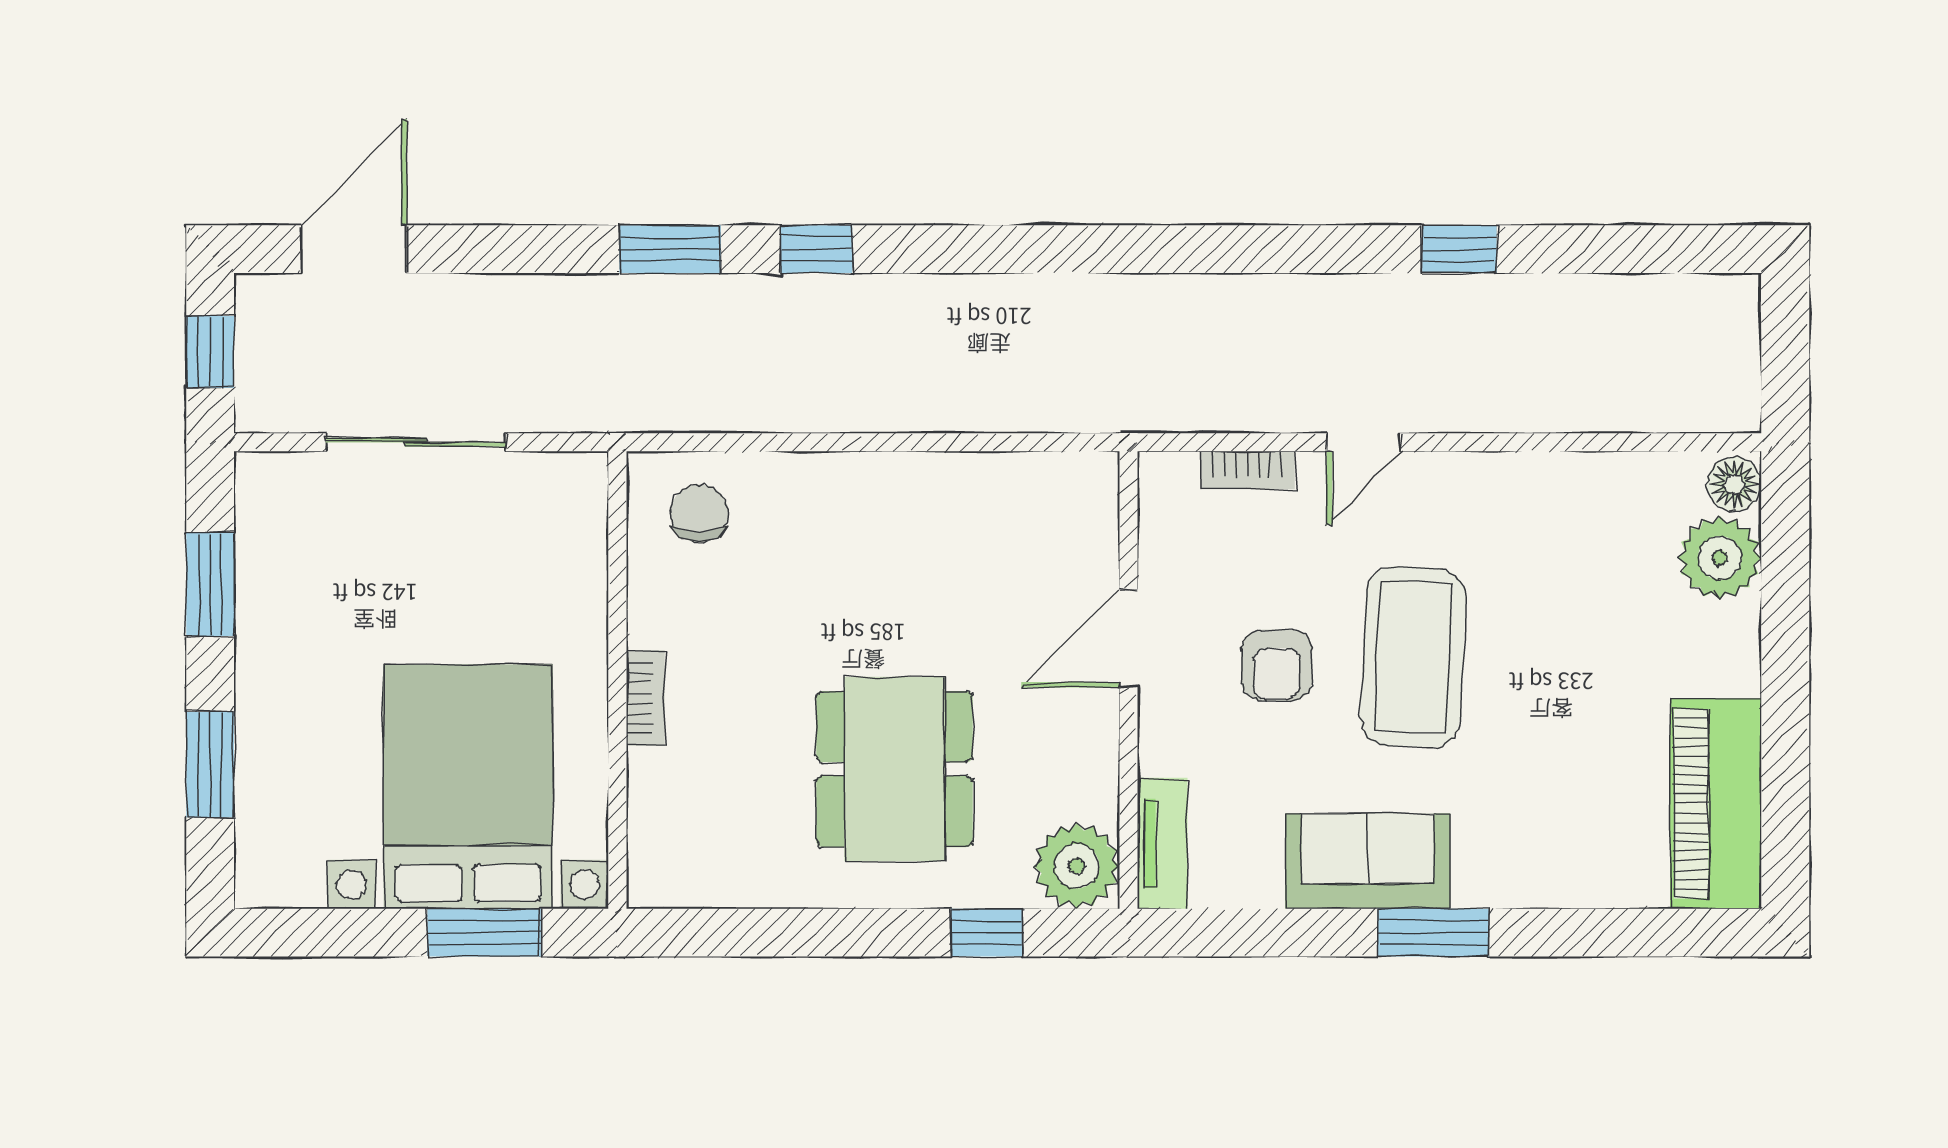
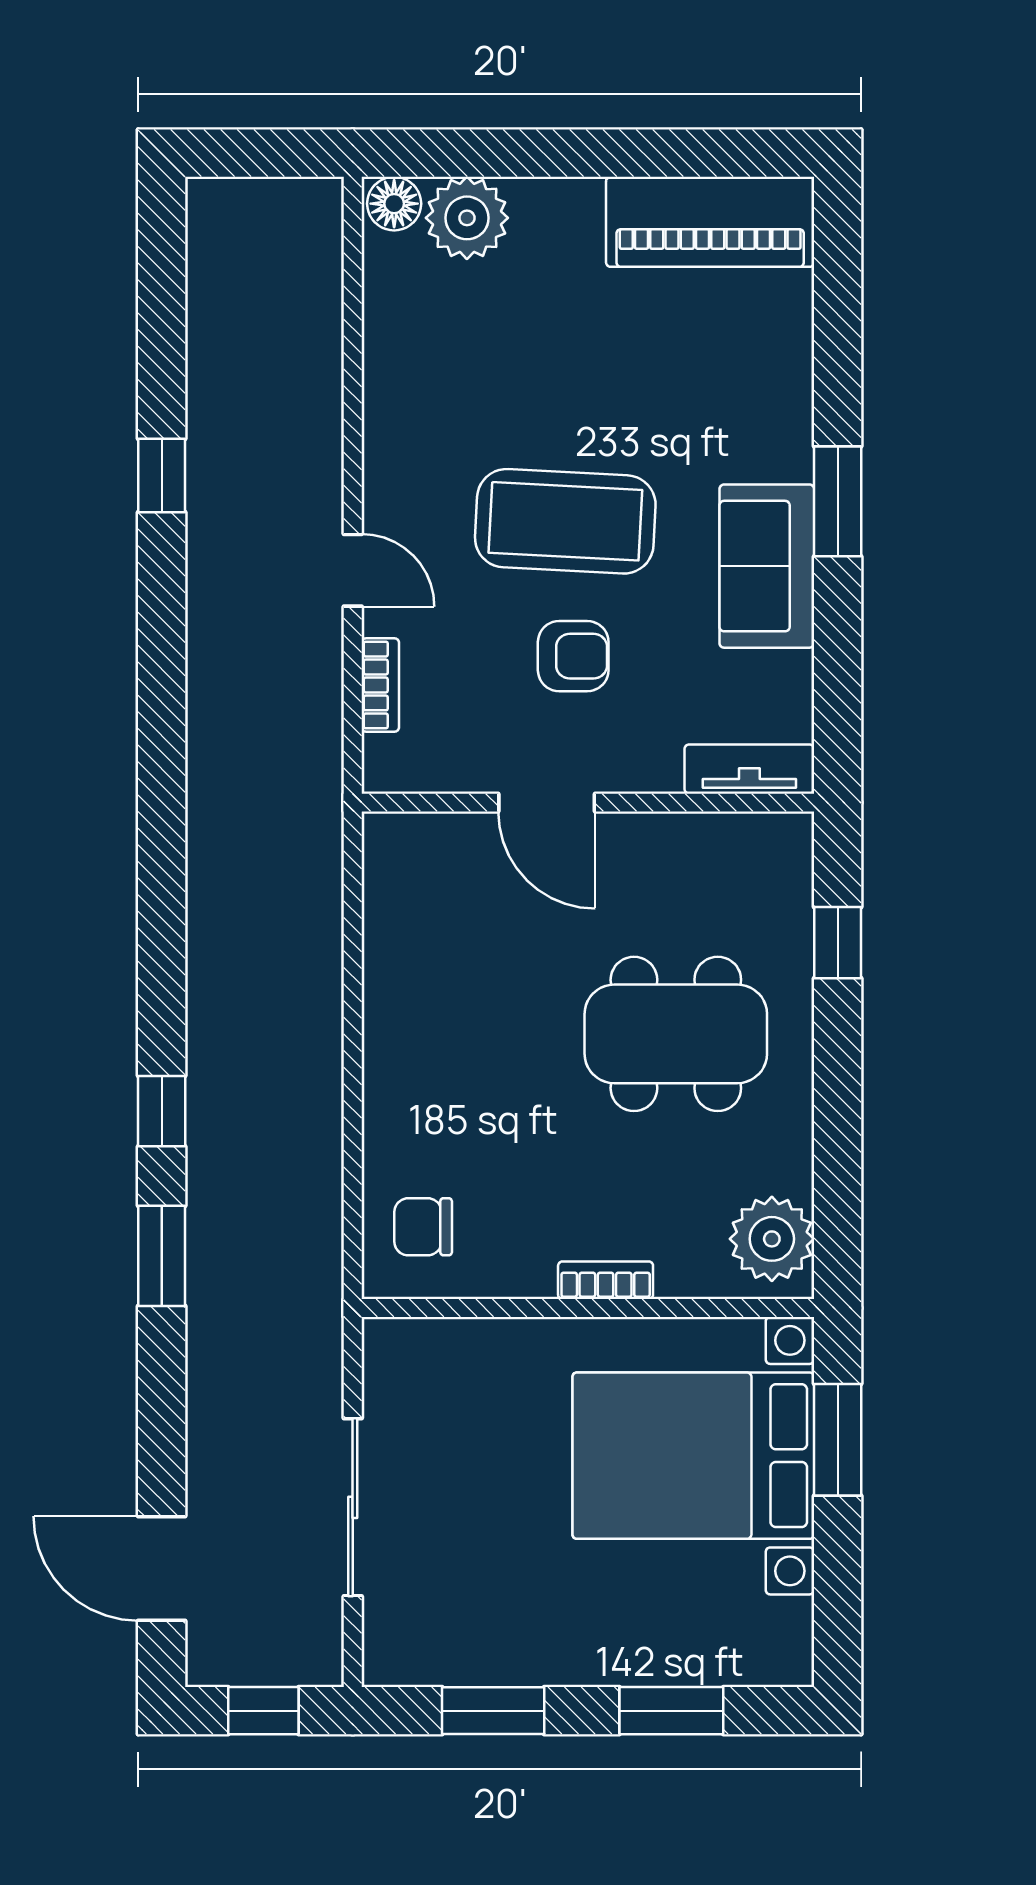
plant: (1077, 866) -> (772, 1239), moved

